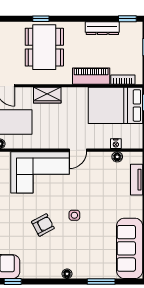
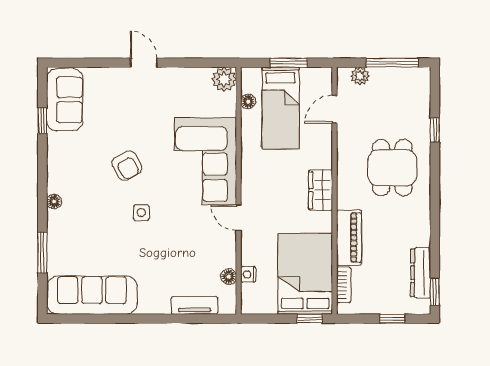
window: (41, 19) -> (435, 130), moved
dresser: (102, 28) -> (421, 273), moved
dining table: (44, 47) -> (392, 168), width x0.73
wardrobe: (47, 95) -> (321, 190), moved

